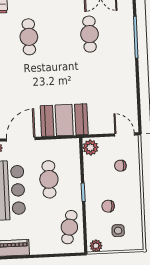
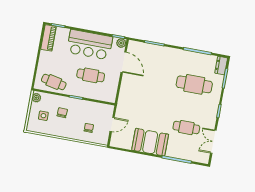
cafe table: (29, 37) -> (194, 84), width x1.37, depth x1.35
booth: (64, 120) -> (150, 142), moved, turned 90
door: (125, 134) -> (112, 124), moved
plant: (90, 148) -> (106, 110), removed

